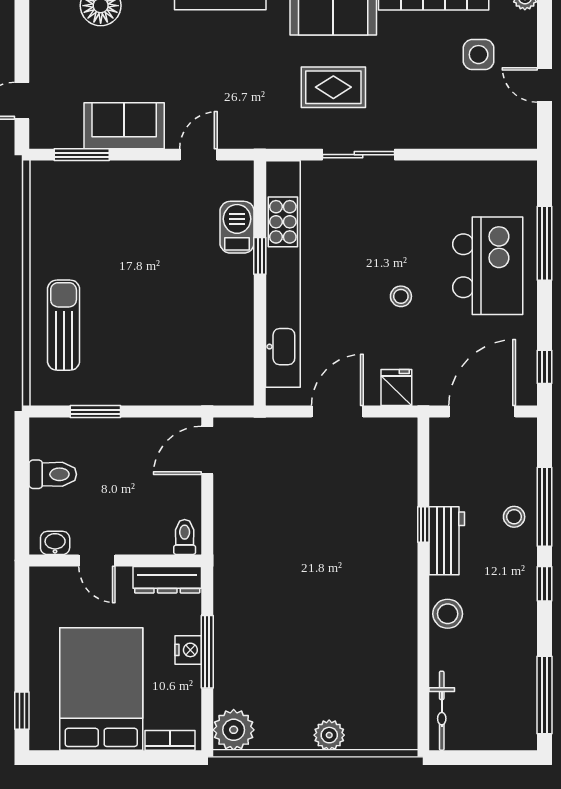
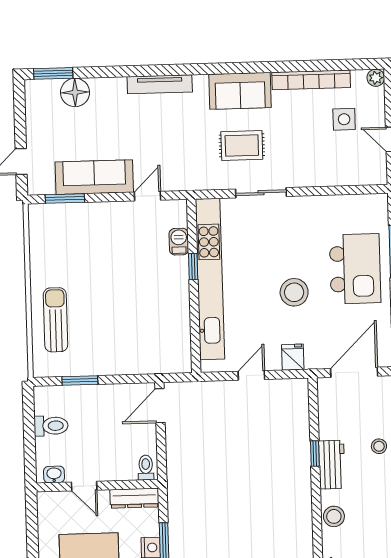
sofa: (124, 126) -> (94, 177), width x1.36
barbecue: (237, 227) -> (179, 242), width x0.73, depth x0.79
stool: (401, 296) -> (294, 292), width x1.89, depth x1.89
door: (337, 412) -> (251, 375), width x0.73

